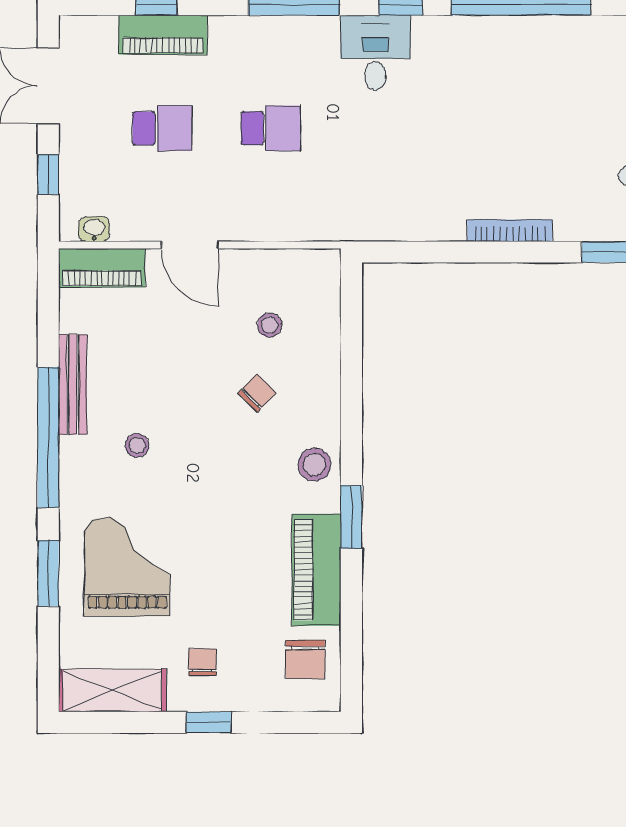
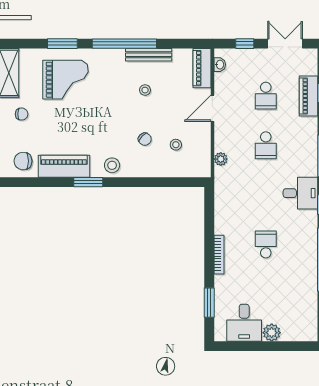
school desk: (488, 128) -> (266, 244), added
plant: (301, 227) -> (221, 159), added
stool: (137, 445) -> (145, 90), moved

